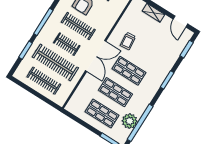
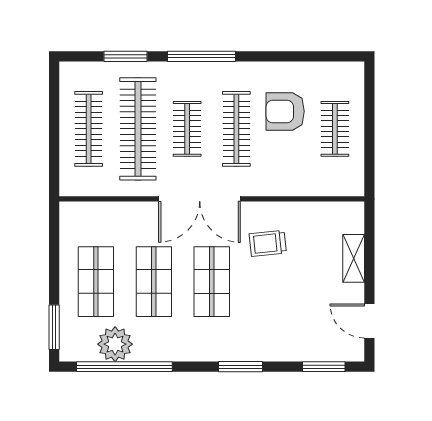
door: (180, 22) -> (369, 321), hinge flipped

